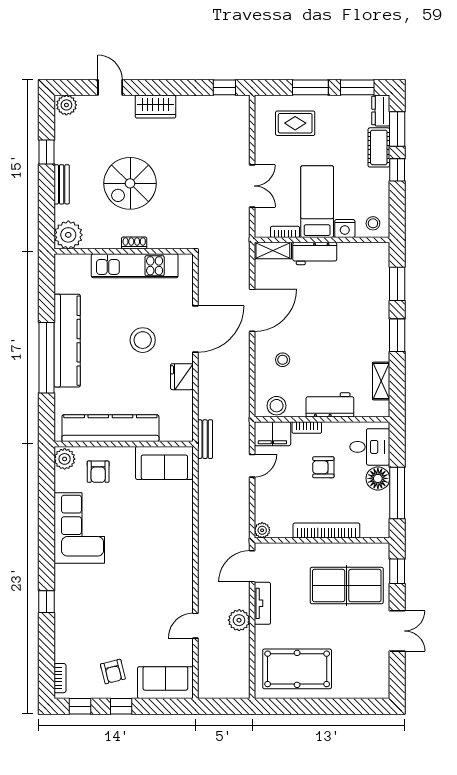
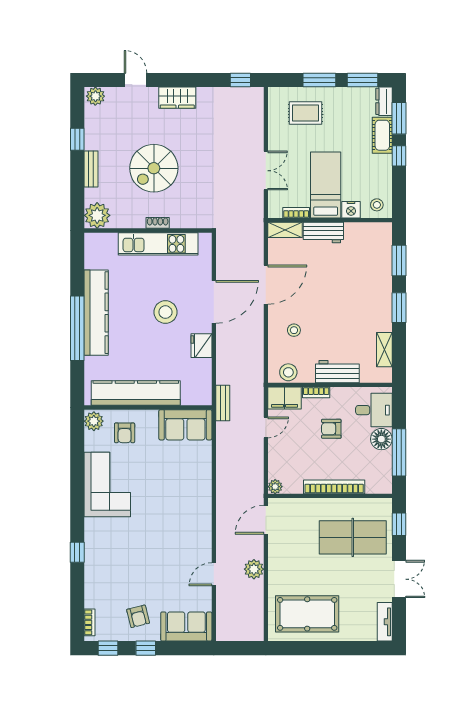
tv unit: (262, 603) -> (385, 622), moved, turned 180

